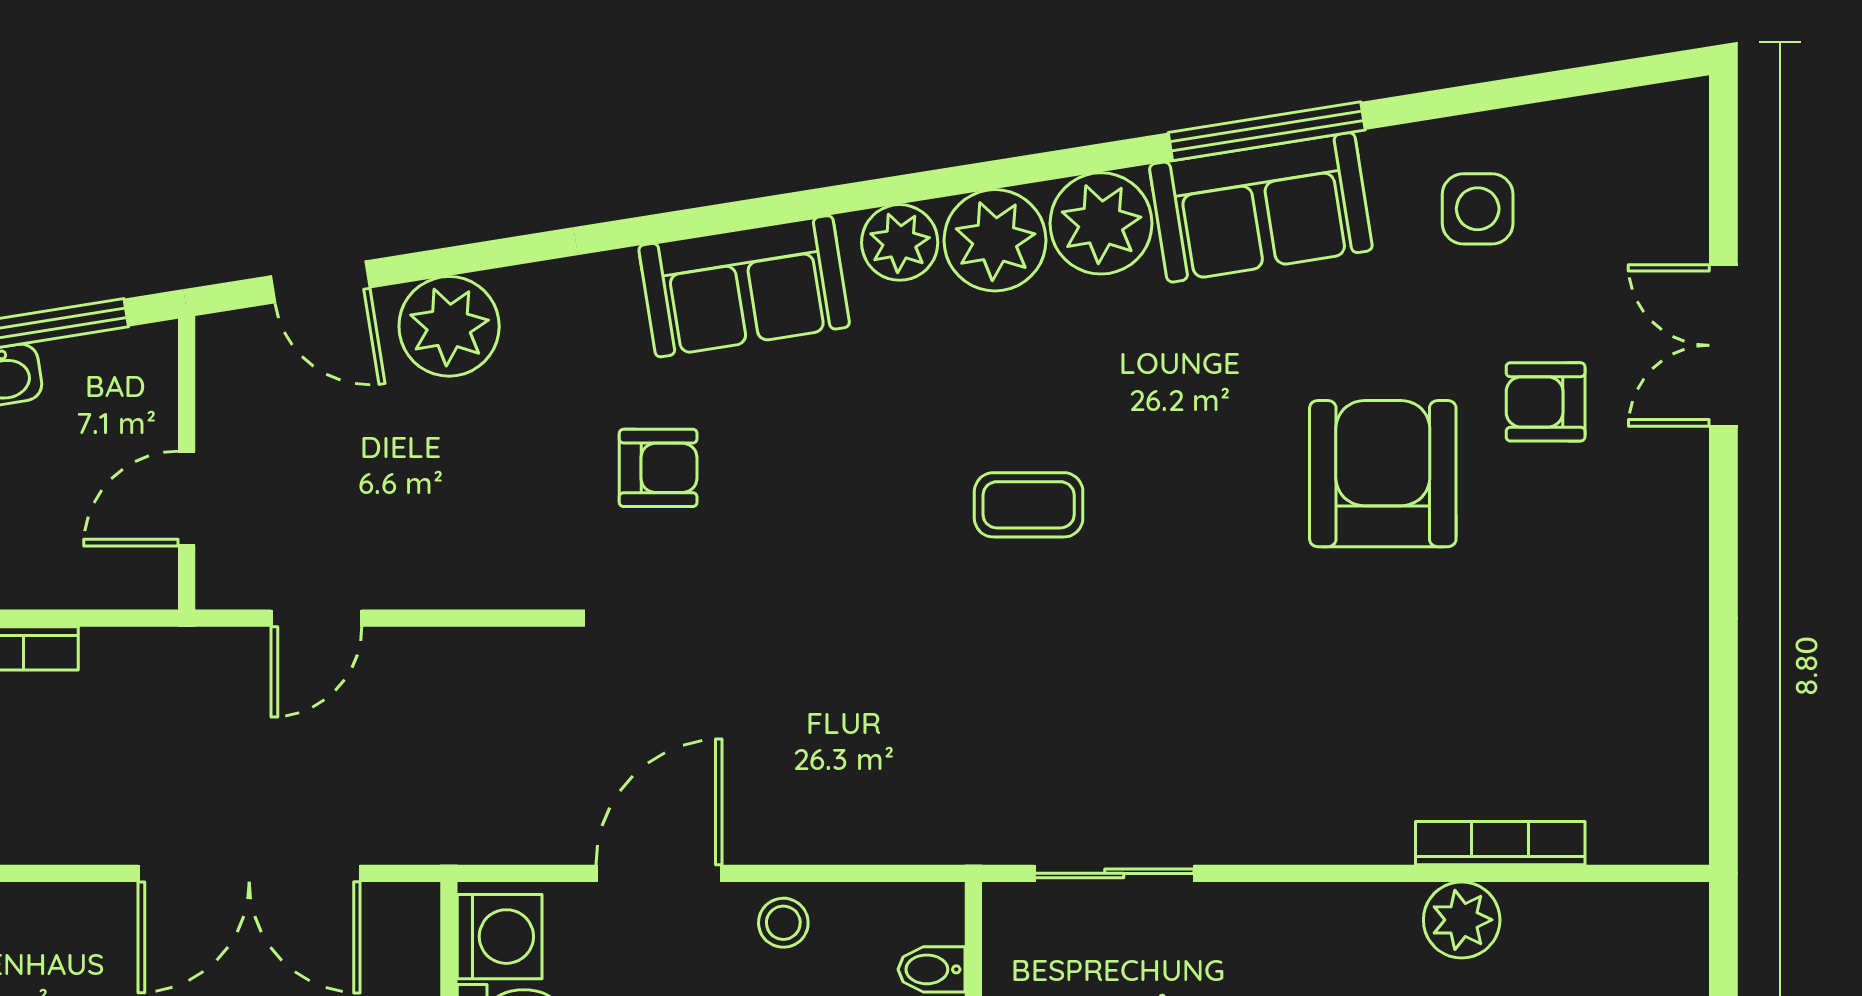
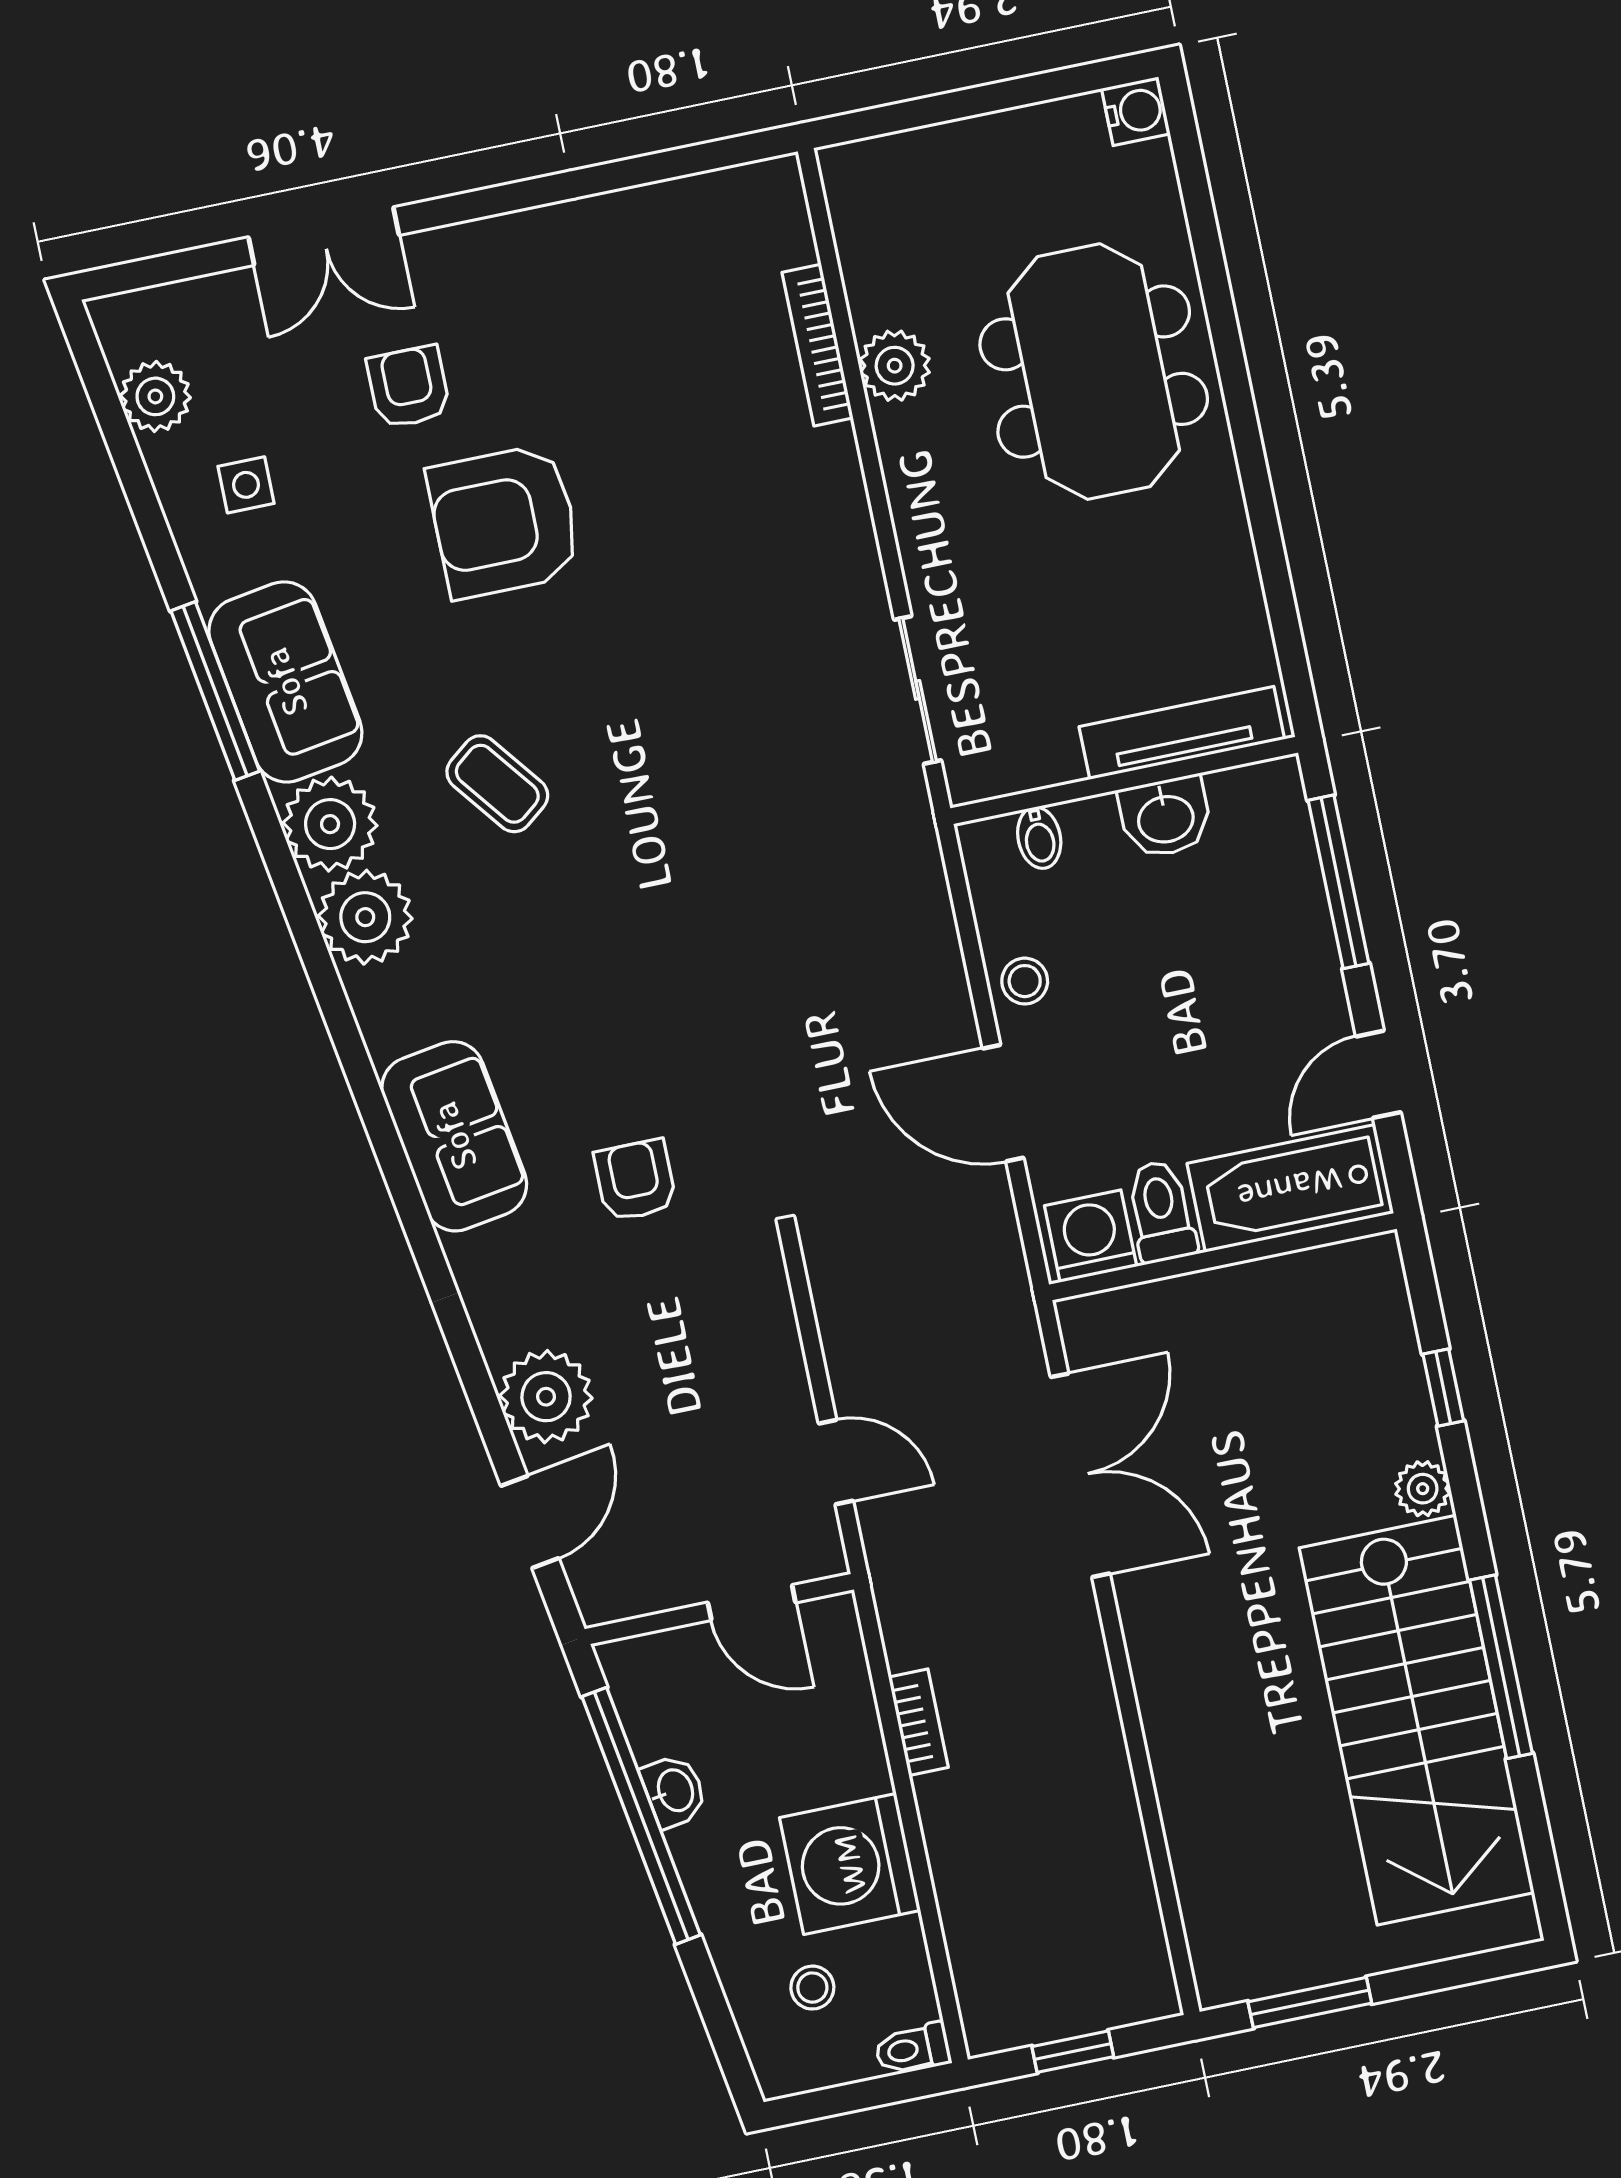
side table: (1478, 209) -> (246, 485), width x0.73, depth x0.73
plant: (900, 242) -> (155, 396), moved
armchair: (1546, 402) -> (409, 387), turned 180
coffee table: (1029, 505) -> (497, 784), moved, turned -38

